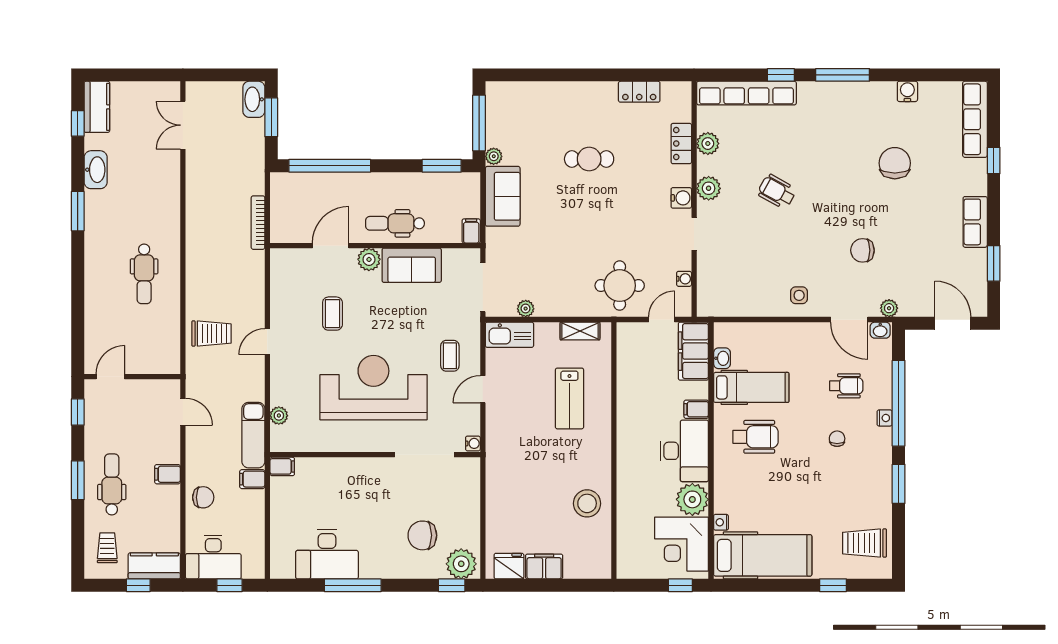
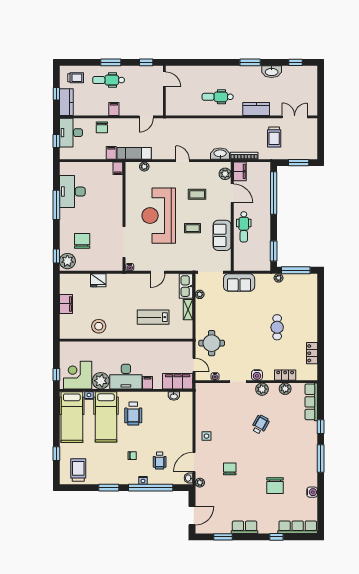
row of seats: (746, 93) -> (311, 402), width x0.73
washbasin: (254, 99) -> (220, 154), moved
kitchen counter: (97, 107) -> (256, 109), moved, turned 180
chair: (895, 163) -> (275, 486), turned 90
sofa: (503, 196) -> (239, 283), moved
dental chair: (395, 223) -> (244, 227), turned 180
filing cabinet: (471, 231) -> (240, 171), moved, width x2.00
plant: (369, 259) -> (225, 174), moved
shelving: (580, 331) -> (188, 310), moved
trolley: (212, 334) -> (274, 137), moved
coffee table: (450, 356) -> (193, 228), moved
hospital bed: (751, 387) -> (106, 417), moved, width x1.37, depth x1.29
reception desk: (373, 388) -> (159, 216), turned 180
door: (483, 389) -> (158, 272), swing flipped
dental chair: (112, 484) -> (109, 80), turned 180
fridge: (509, 566) -> (98, 280), moved, turned 90

